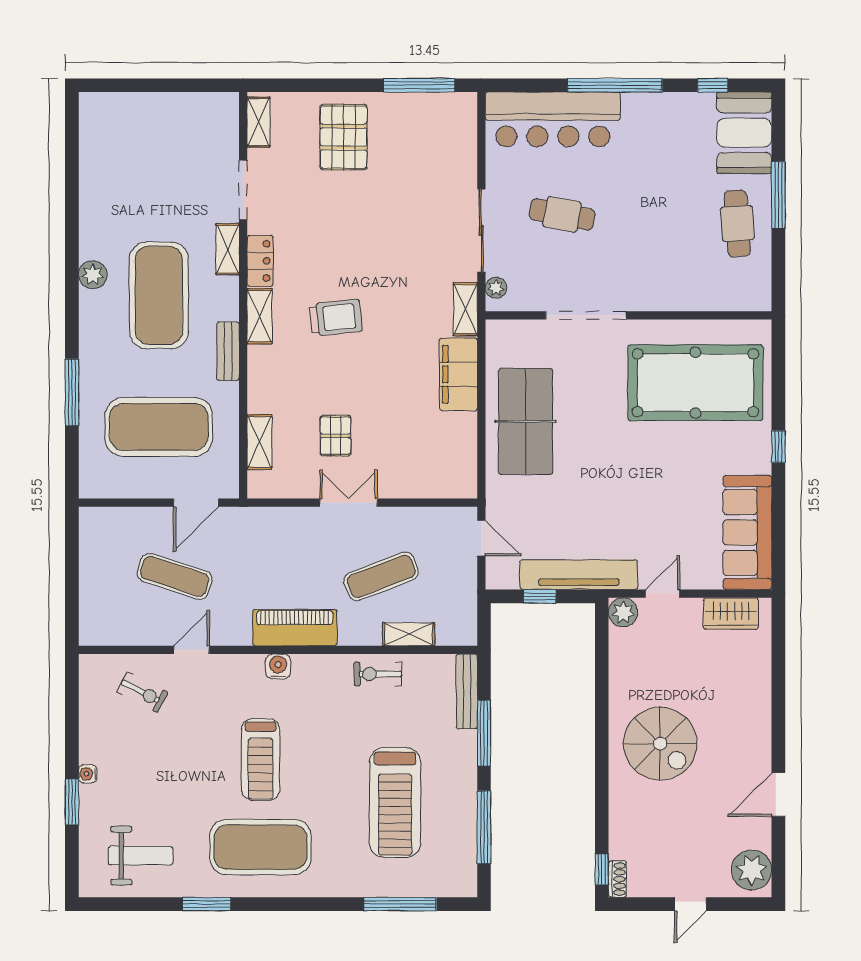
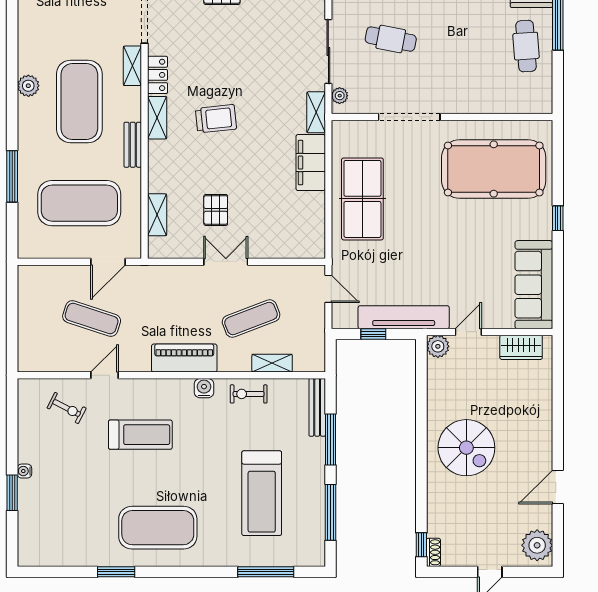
water cooler: (278, 666) -> (204, 388), moved
treadmill: (261, 760) -> (140, 435), moved, turned -90
weight bench: (141, 856) -> (65, 534), removed

